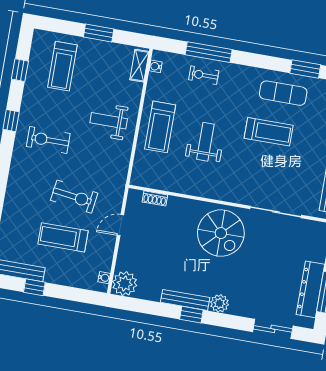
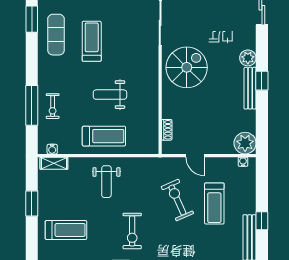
exercise bike: (74, 197) -> (177, 200), turned -32

